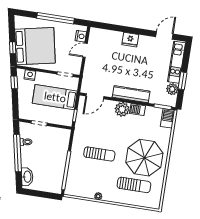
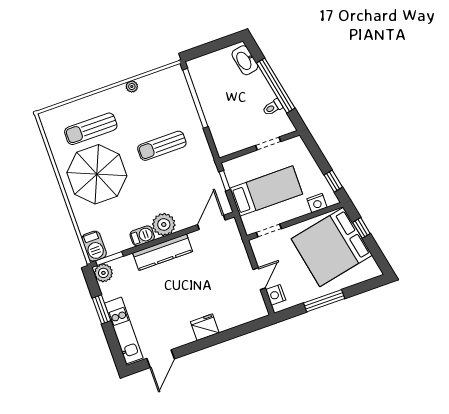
window: (55, 18) -> (324, 301), width x0.68
plant: (172, 89) -> (103, 273), moved

